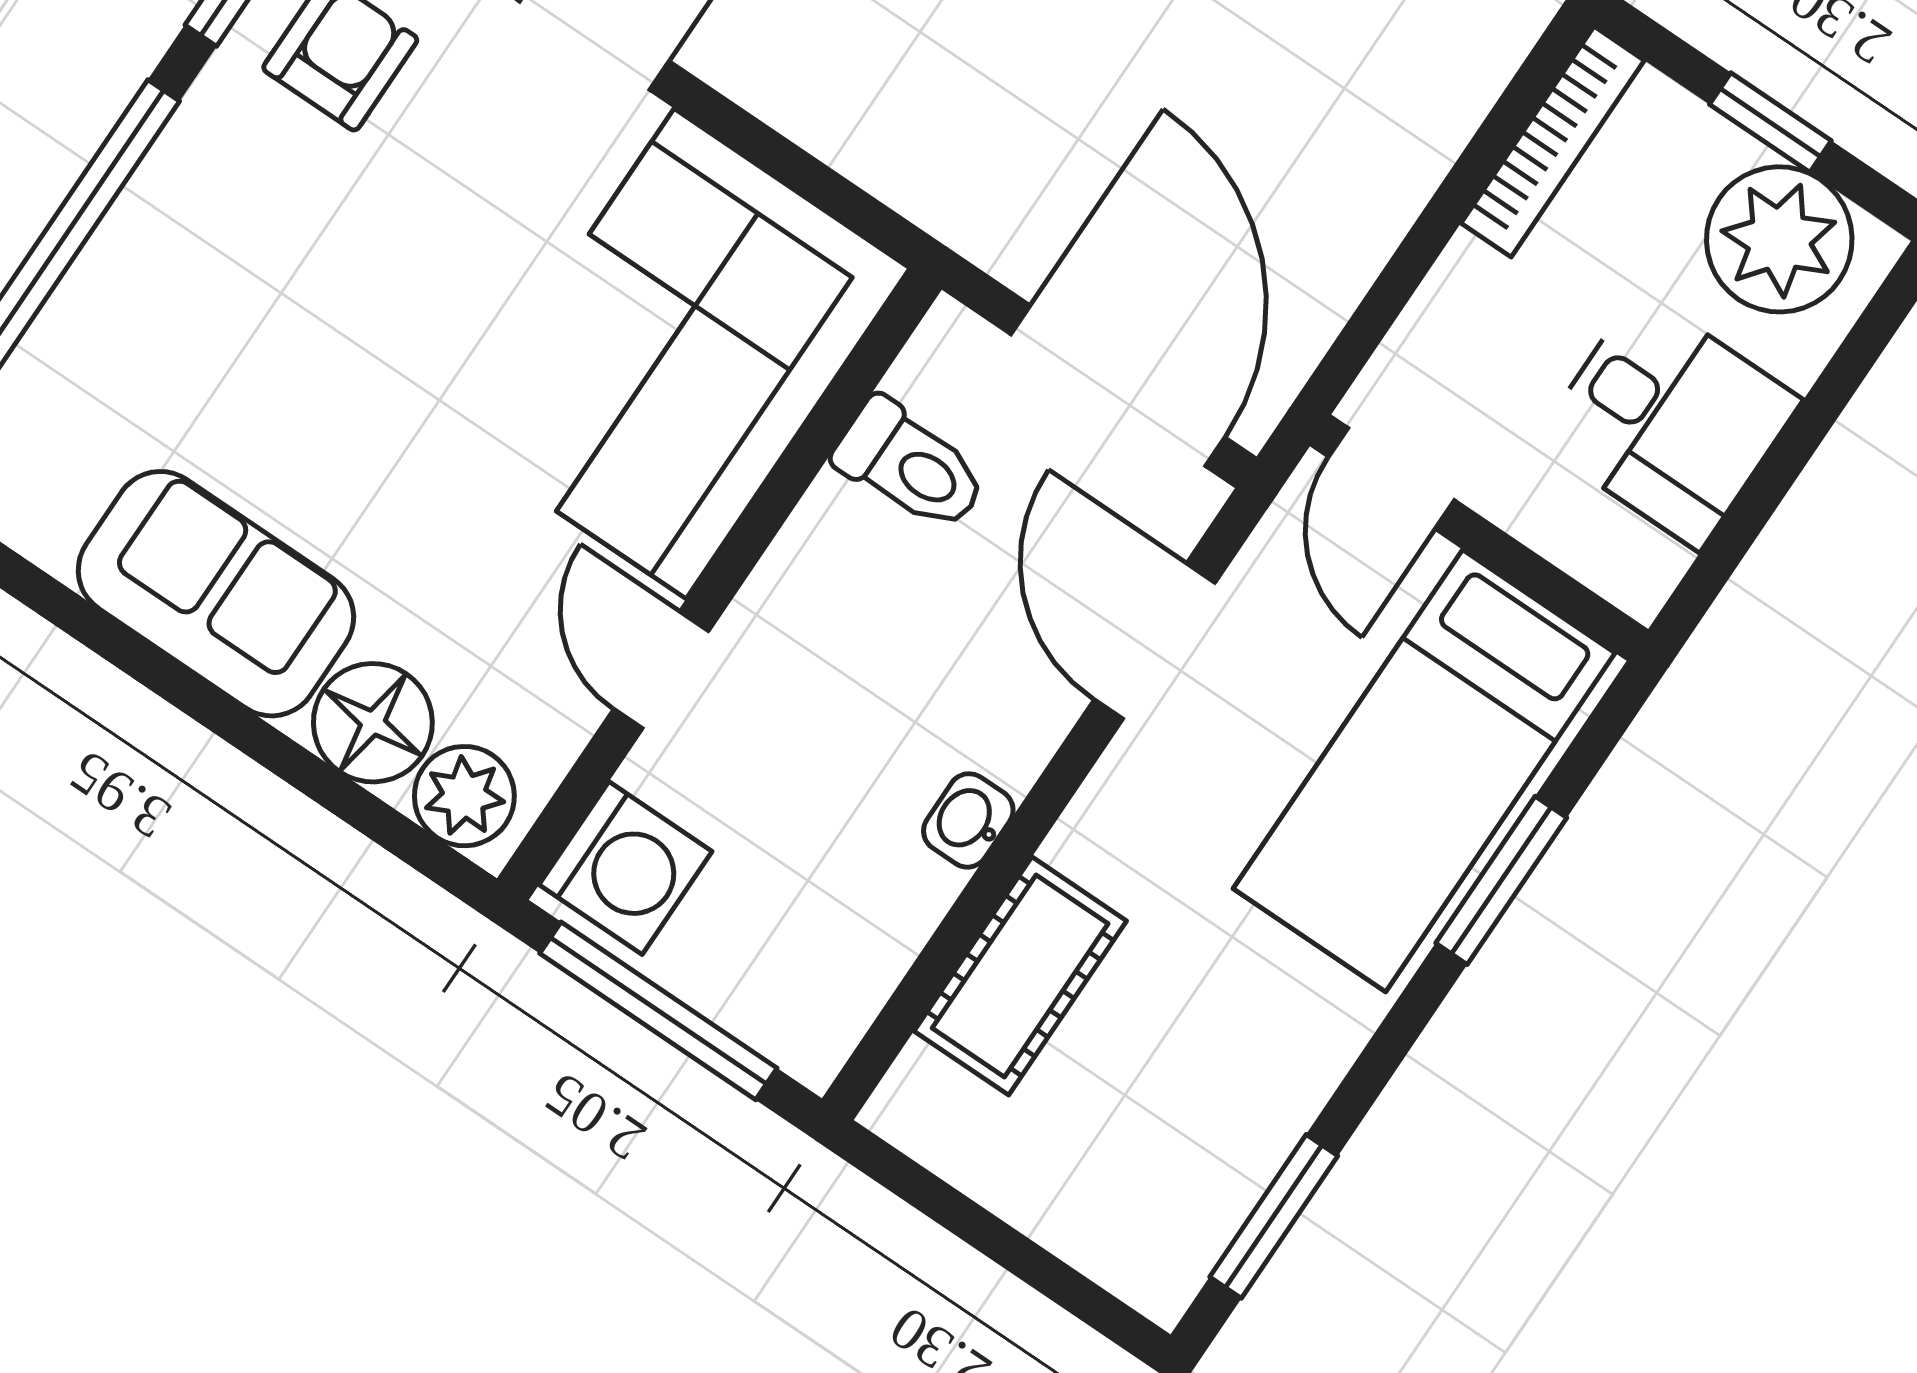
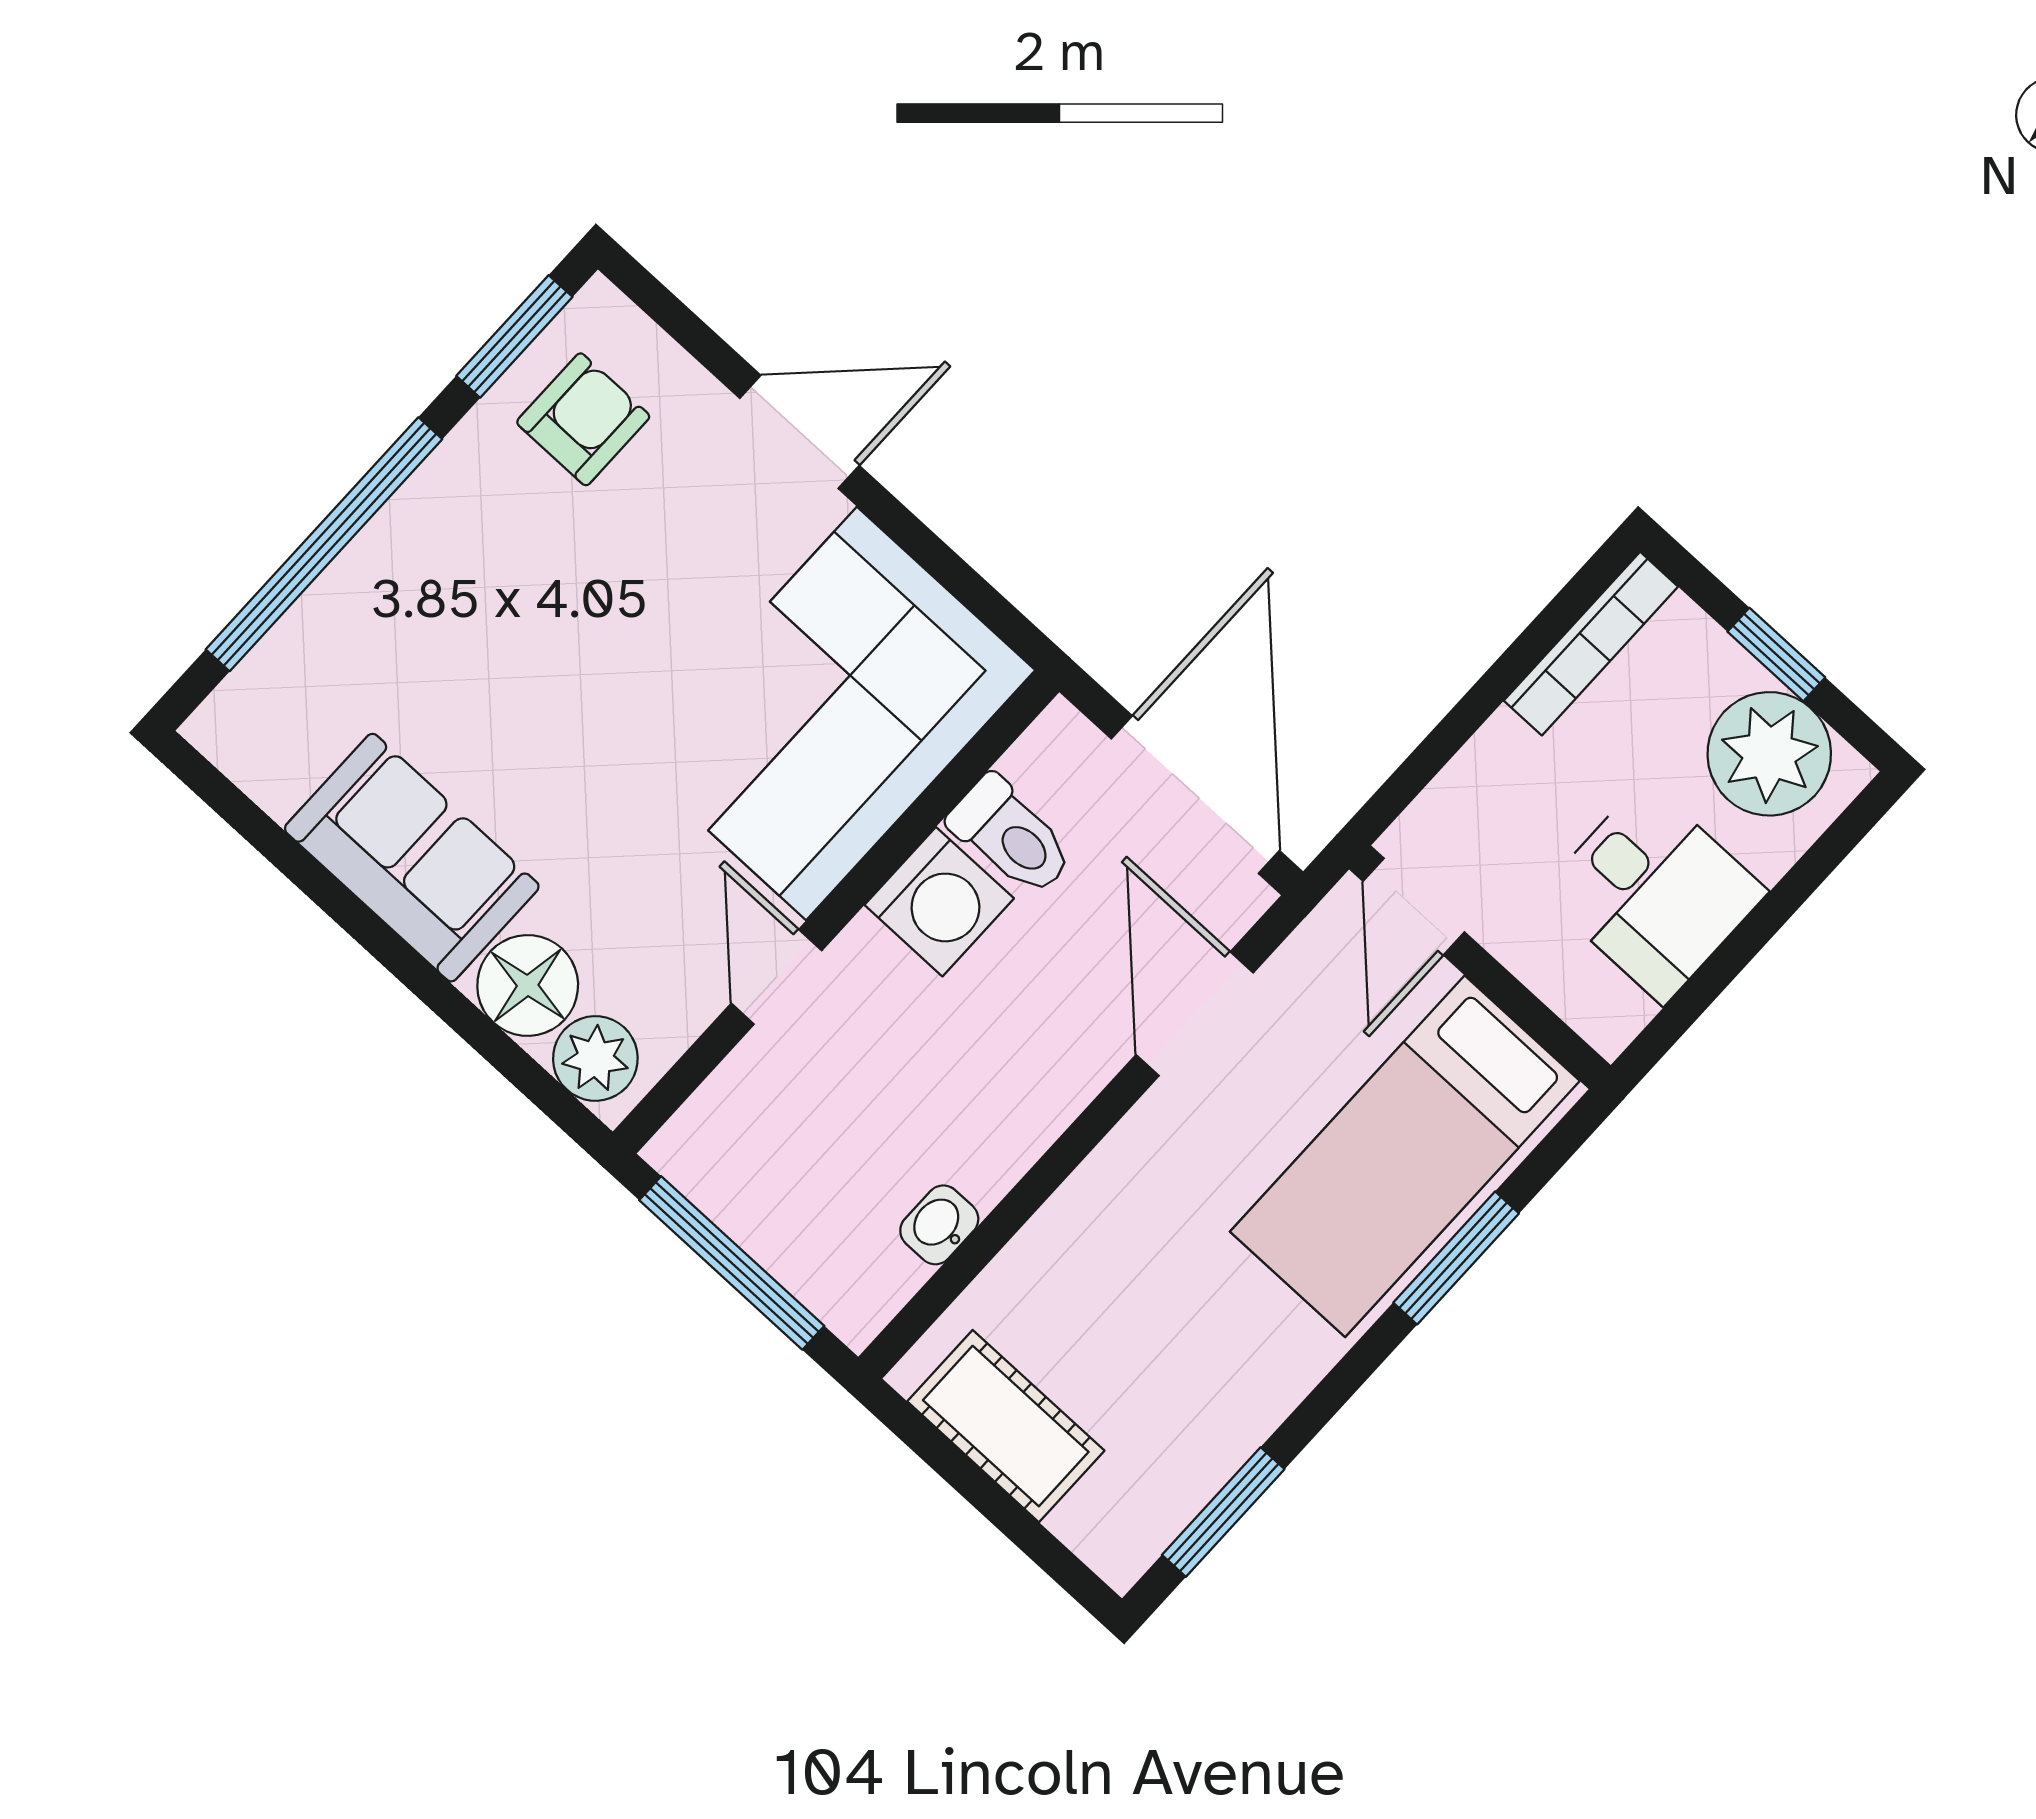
washbasin: (968, 820) -> (939, 1225), moved
washing machine: (626, 868) -> (939, 902), moved
cot: (1020, 976) -> (1006, 1426), moved, turned 90

